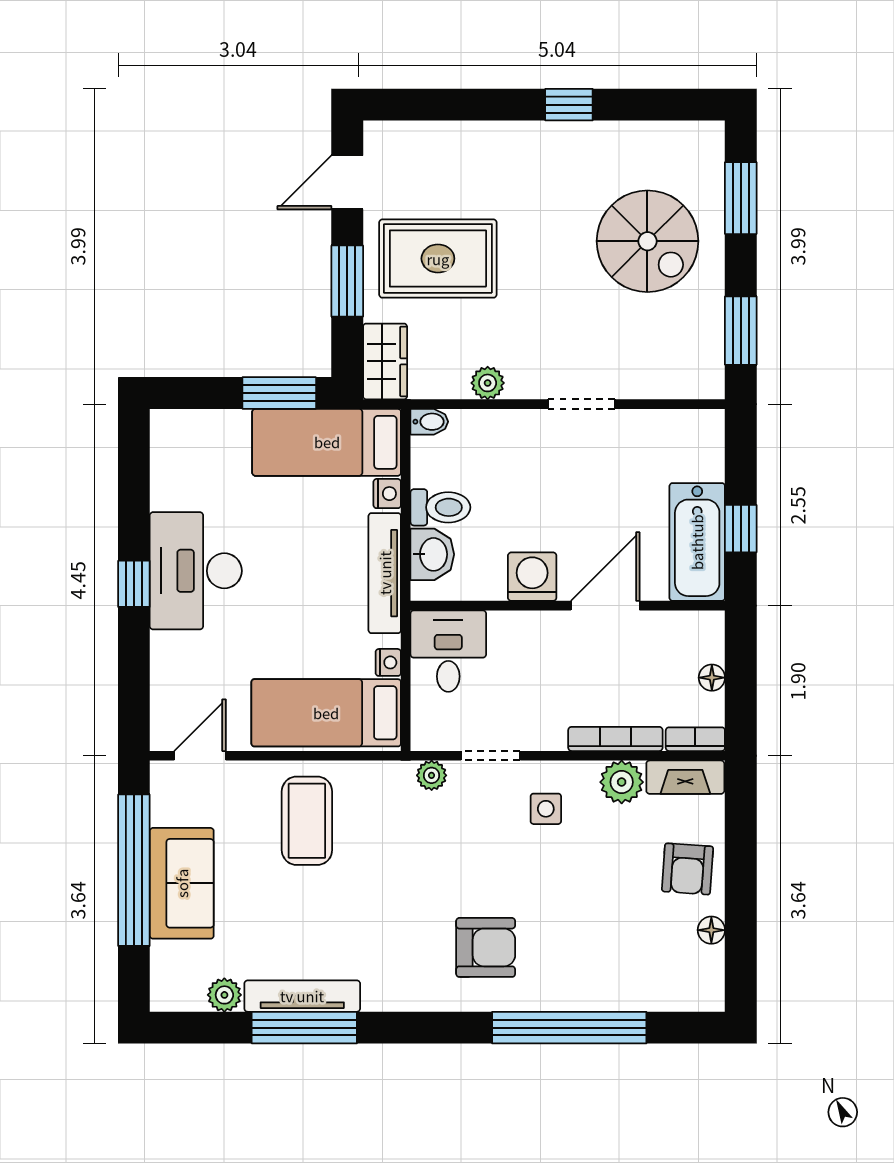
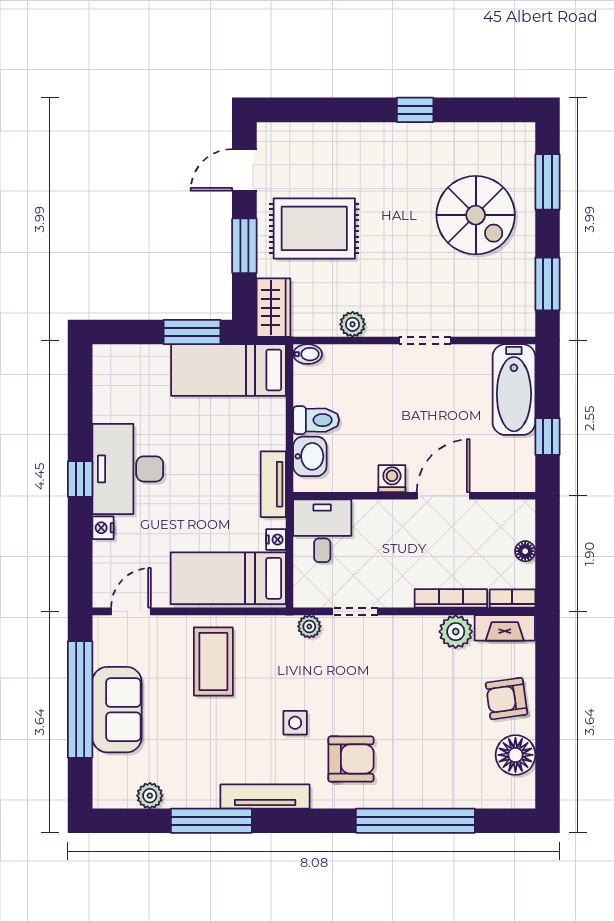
nightstand: (387, 494) -> (103, 528), moved, turned 180
bathtub: (697, 542) -> (514, 390), moved
tv unit: (385, 573) -> (273, 484), width x0.71
washing machine: (532, 577) -> (392, 479), width x0.73, depth x0.73
side table: (546, 809) -> (295, 723), moved
armchair: (688, 869) -> (506, 699), turned 78
floor lamp: (711, 930) -> (515, 755), width x1.89, depth x1.89
tv unit: (302, 996) -> (265, 796), moved

